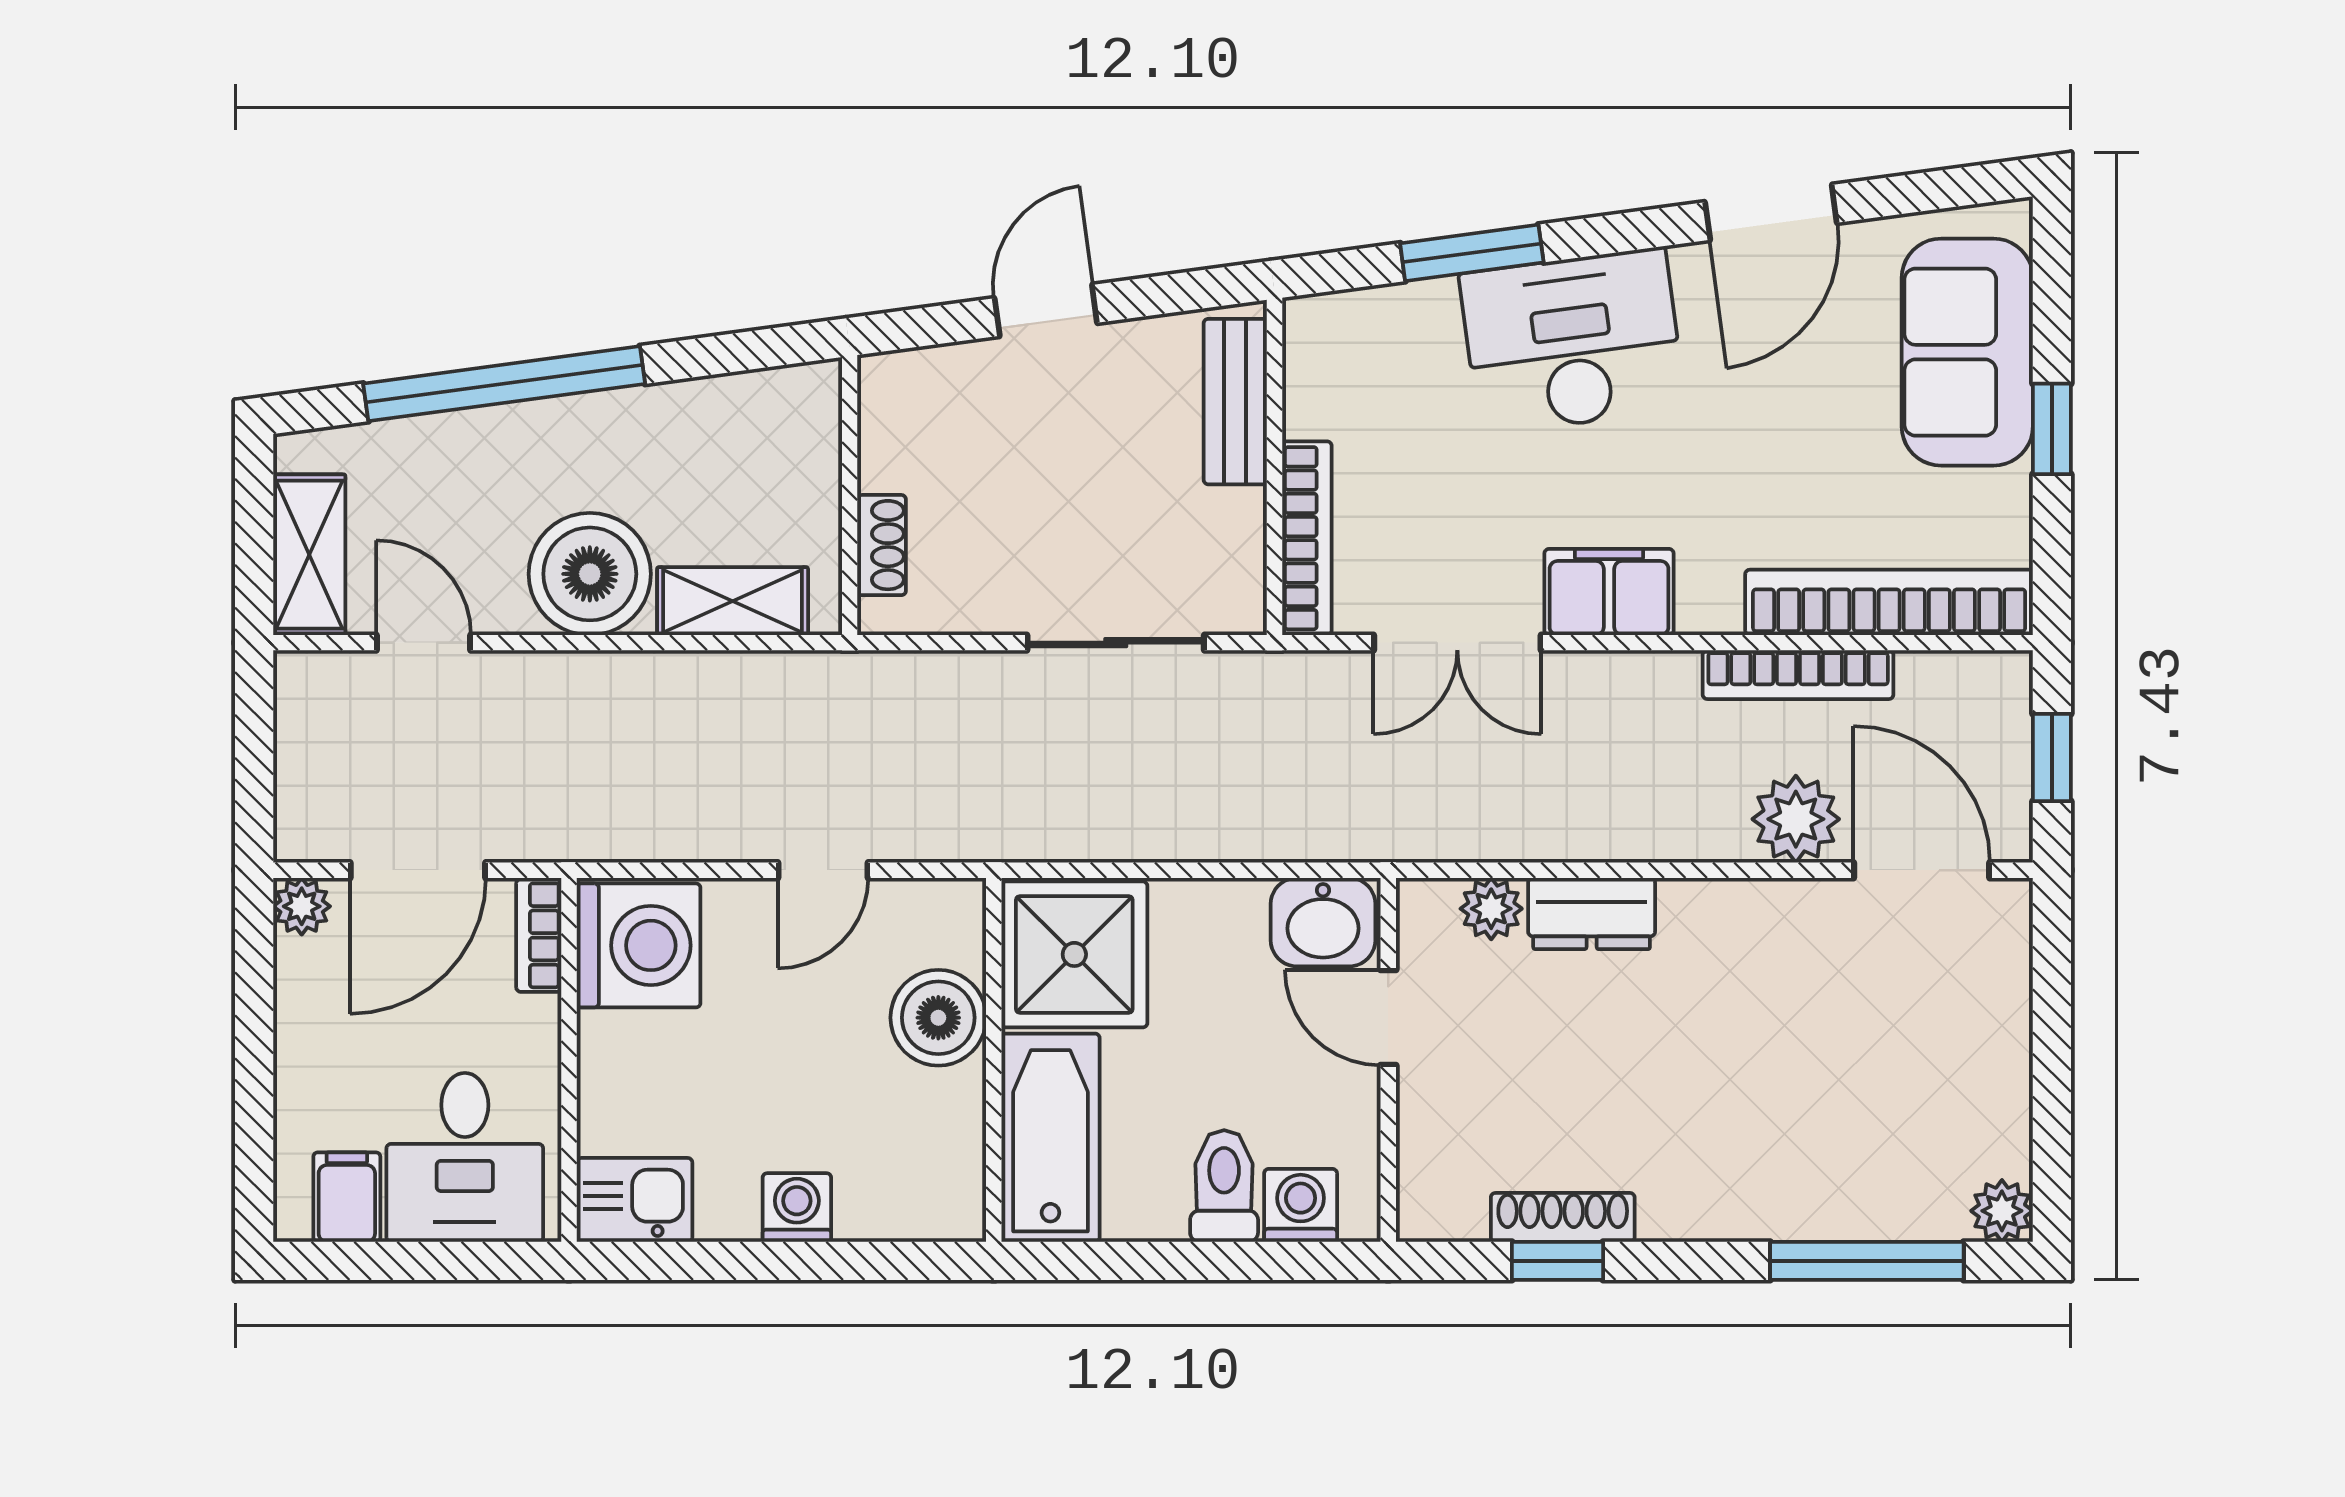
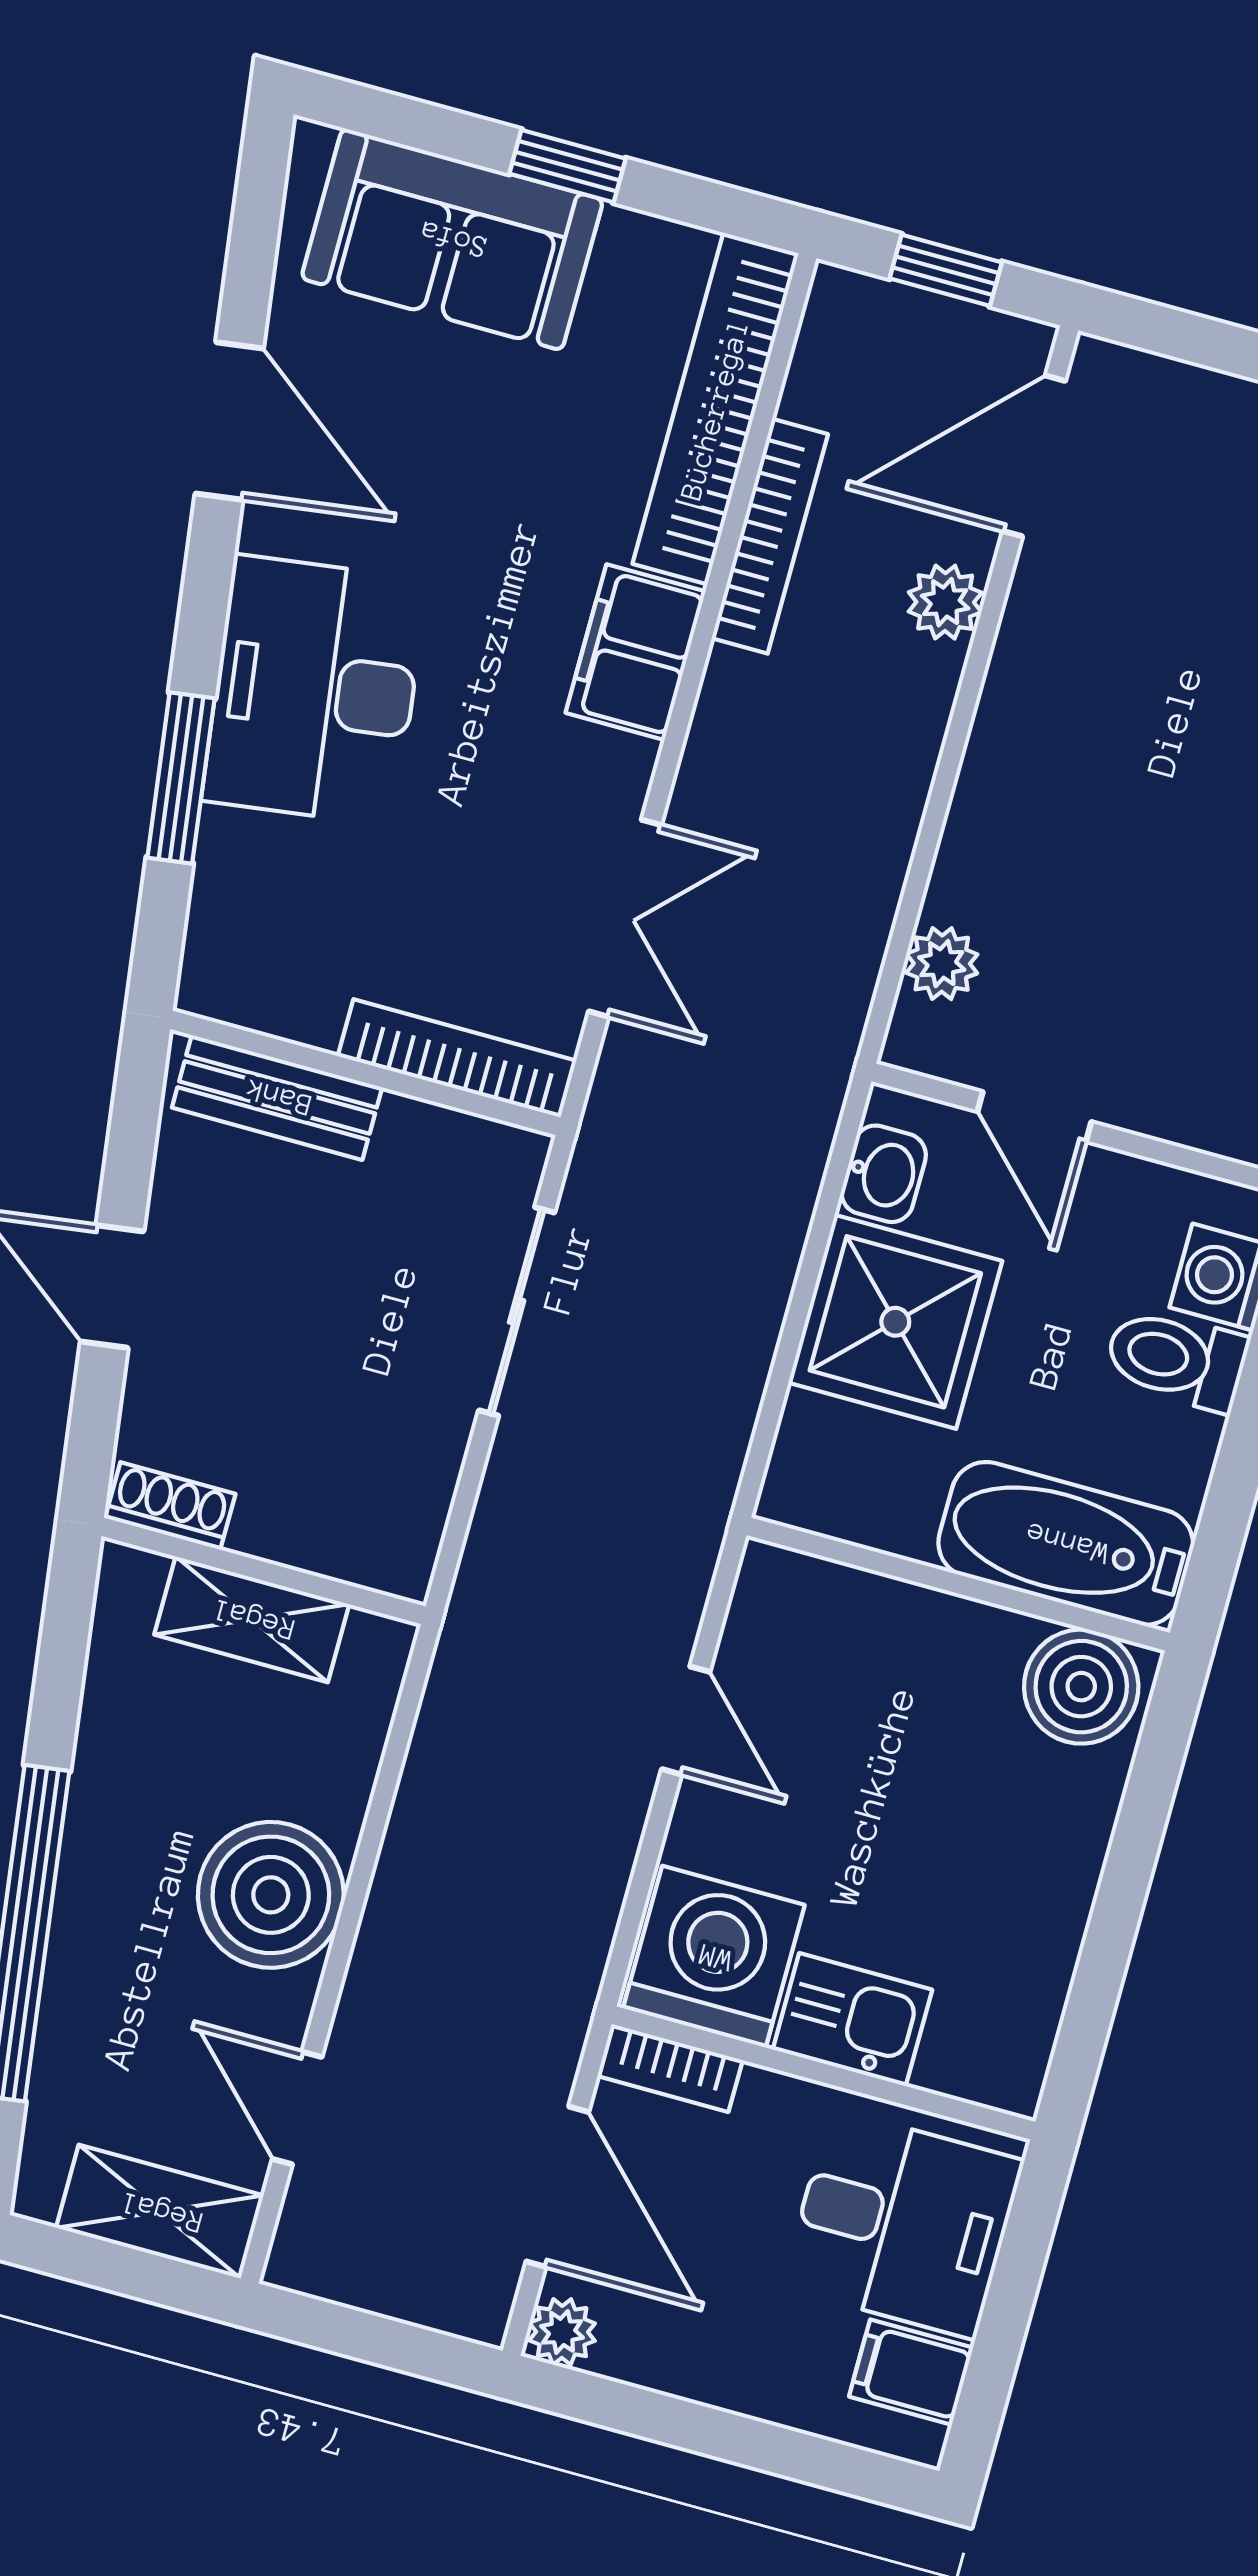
shoe rack: (882, 545) -> (170, 1506), moved
filing cabinet: (1609, 592) -> (635, 652), moved
shelving: (733, 601) -> (252, 1619), moved, turned 90
door: (424, 643) -> (297, 2108), hinge flipped
plant: (1796, 819) -> (945, 602), width x0.73, depth x0.73
dresser: (1592, 913) -> (979, 850), removed
washbasin: (1323, 922) -> (884, 1174), width x0.72, depth x0.69
shower: (1074, 954) -> (895, 1322), moved
door: (1388, 1017) -> (1034, 1117), hinge flipped
boiler: (938, 1018) -> (1081, 1687), moved
kitchen sink: (634, 1200) -> (852, 2020), moved, turned 90
washing machine: (797, 1208) -> (1066, 1857), removed

